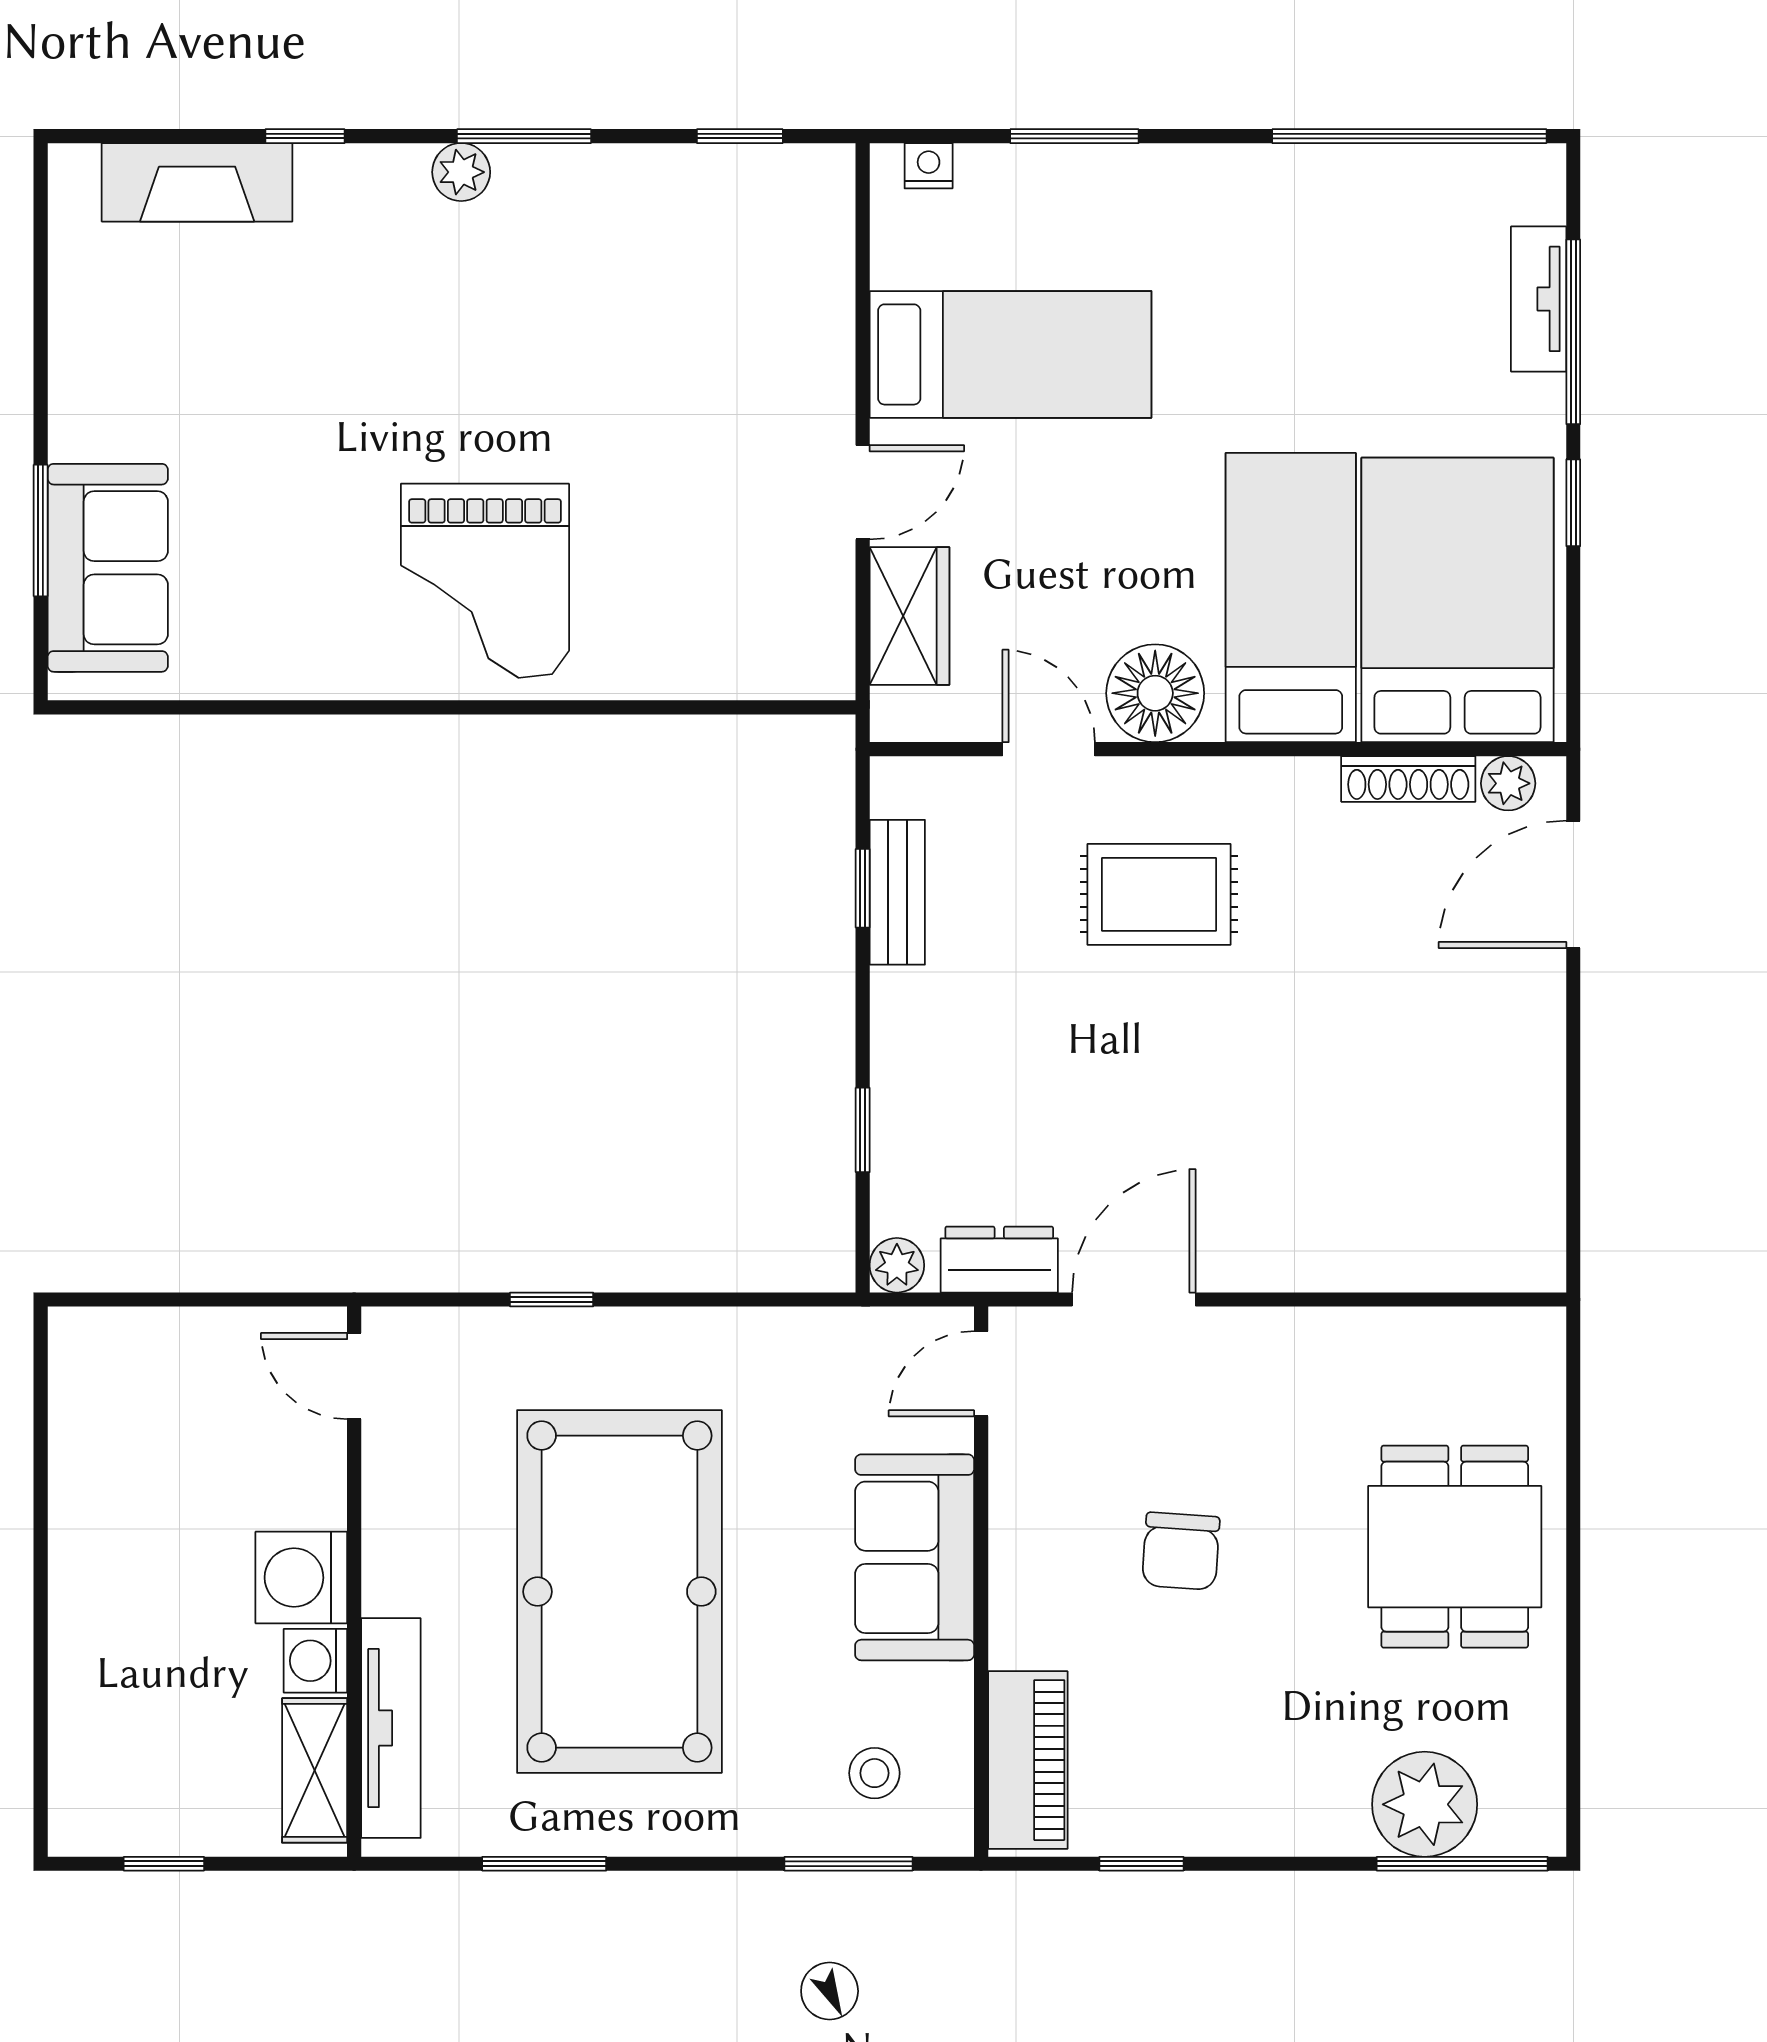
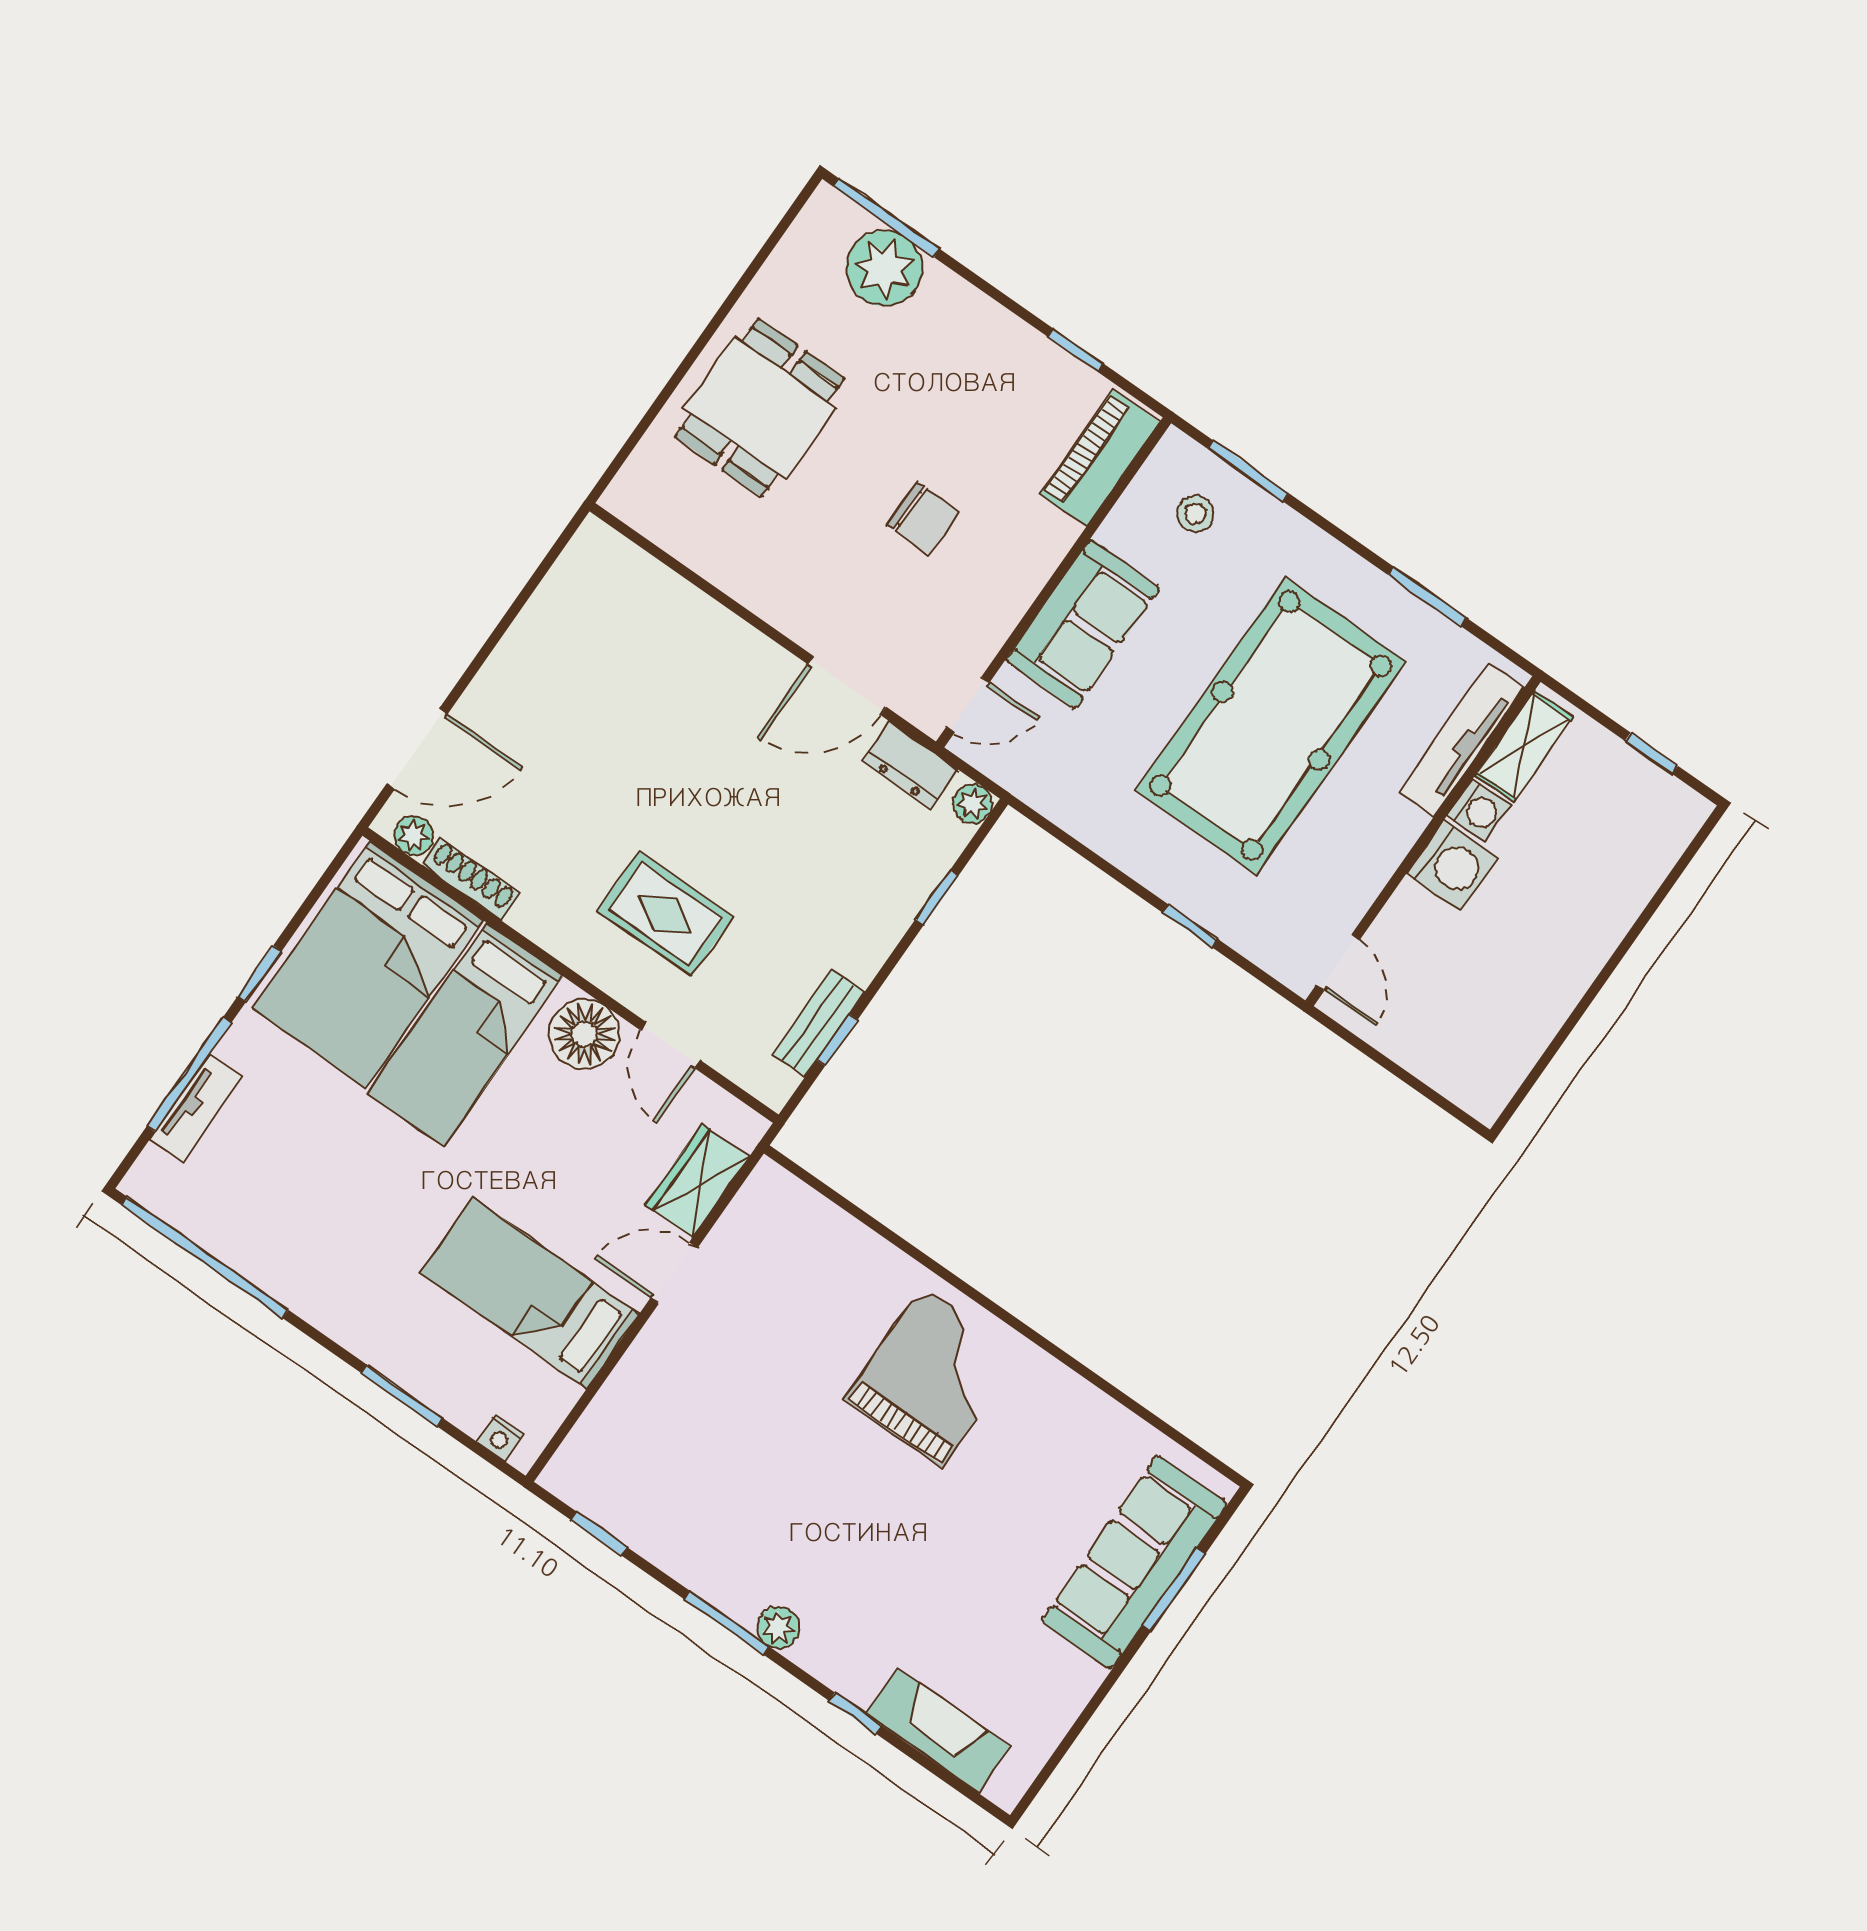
sofa: (108, 568) -> (1134, 1562), width x1.36
chair: (1181, 1551) -> (923, 518), turned 86

